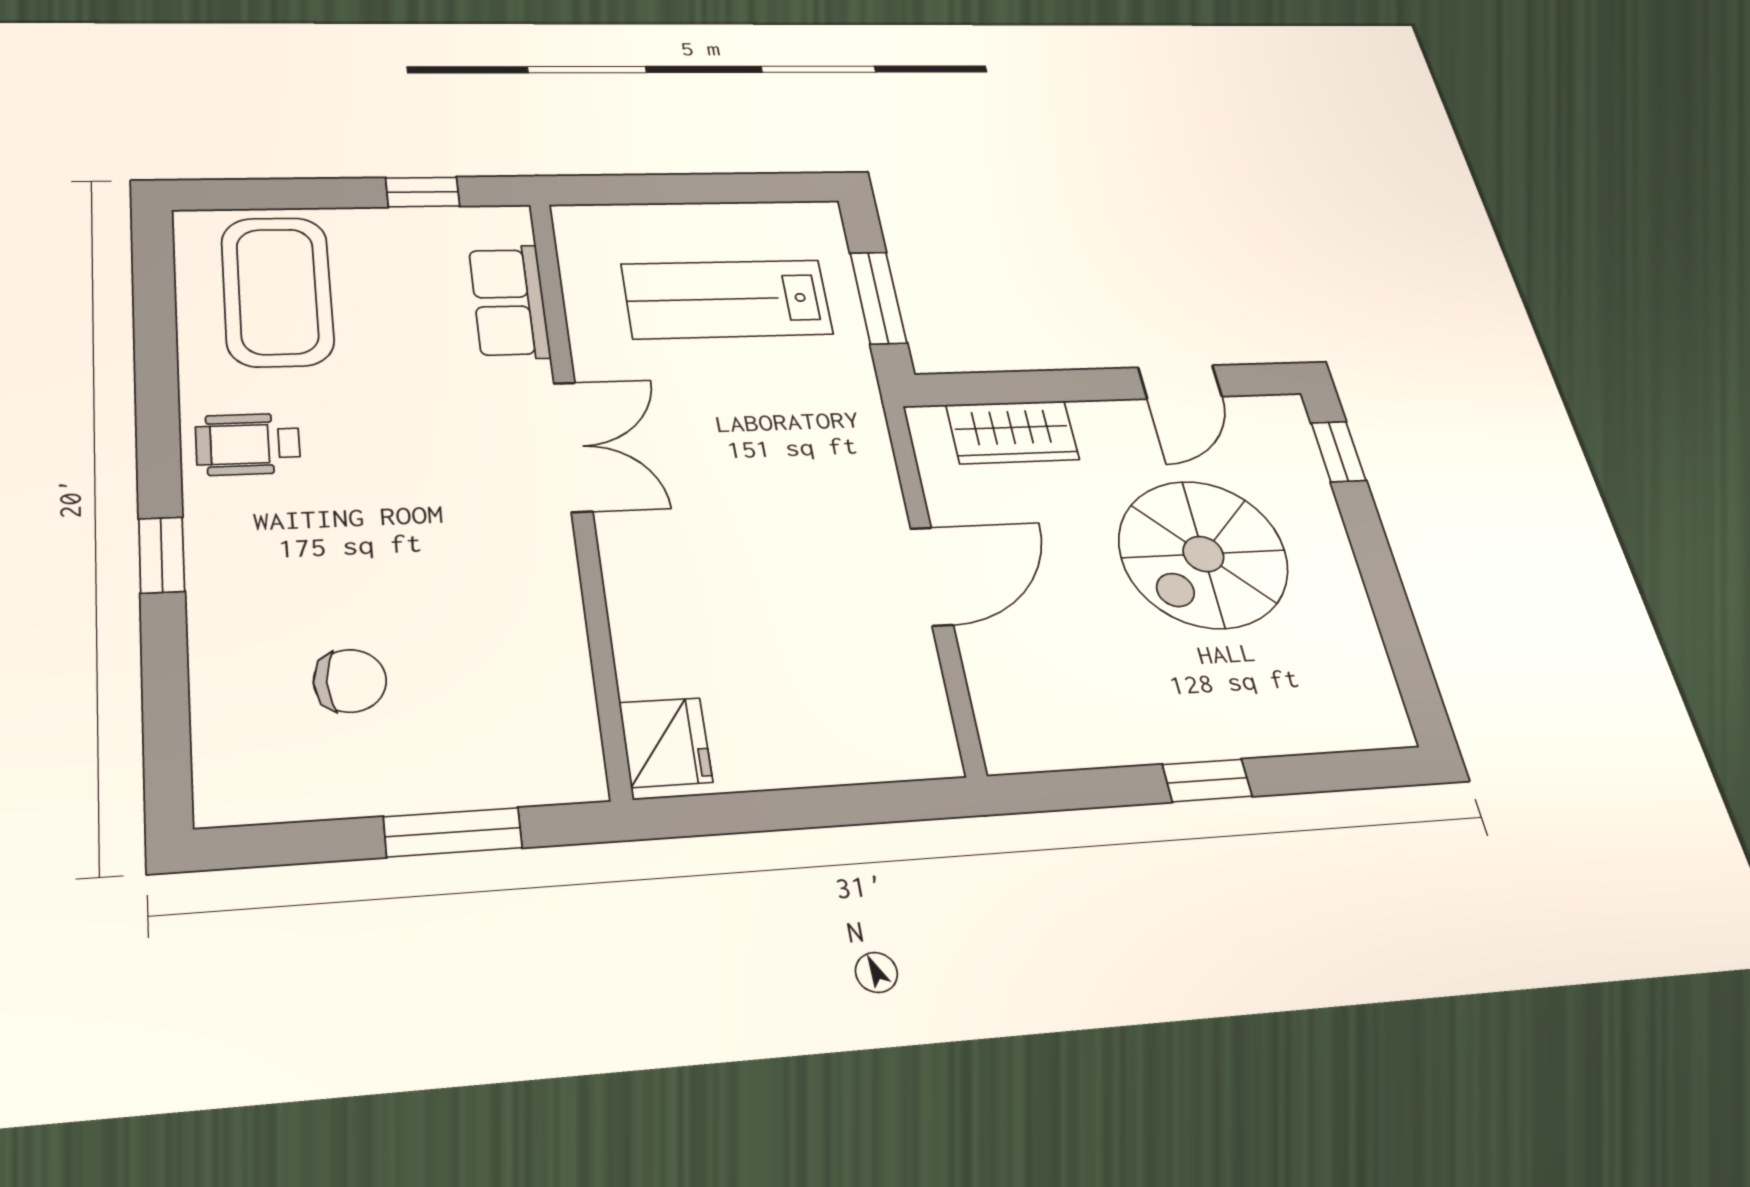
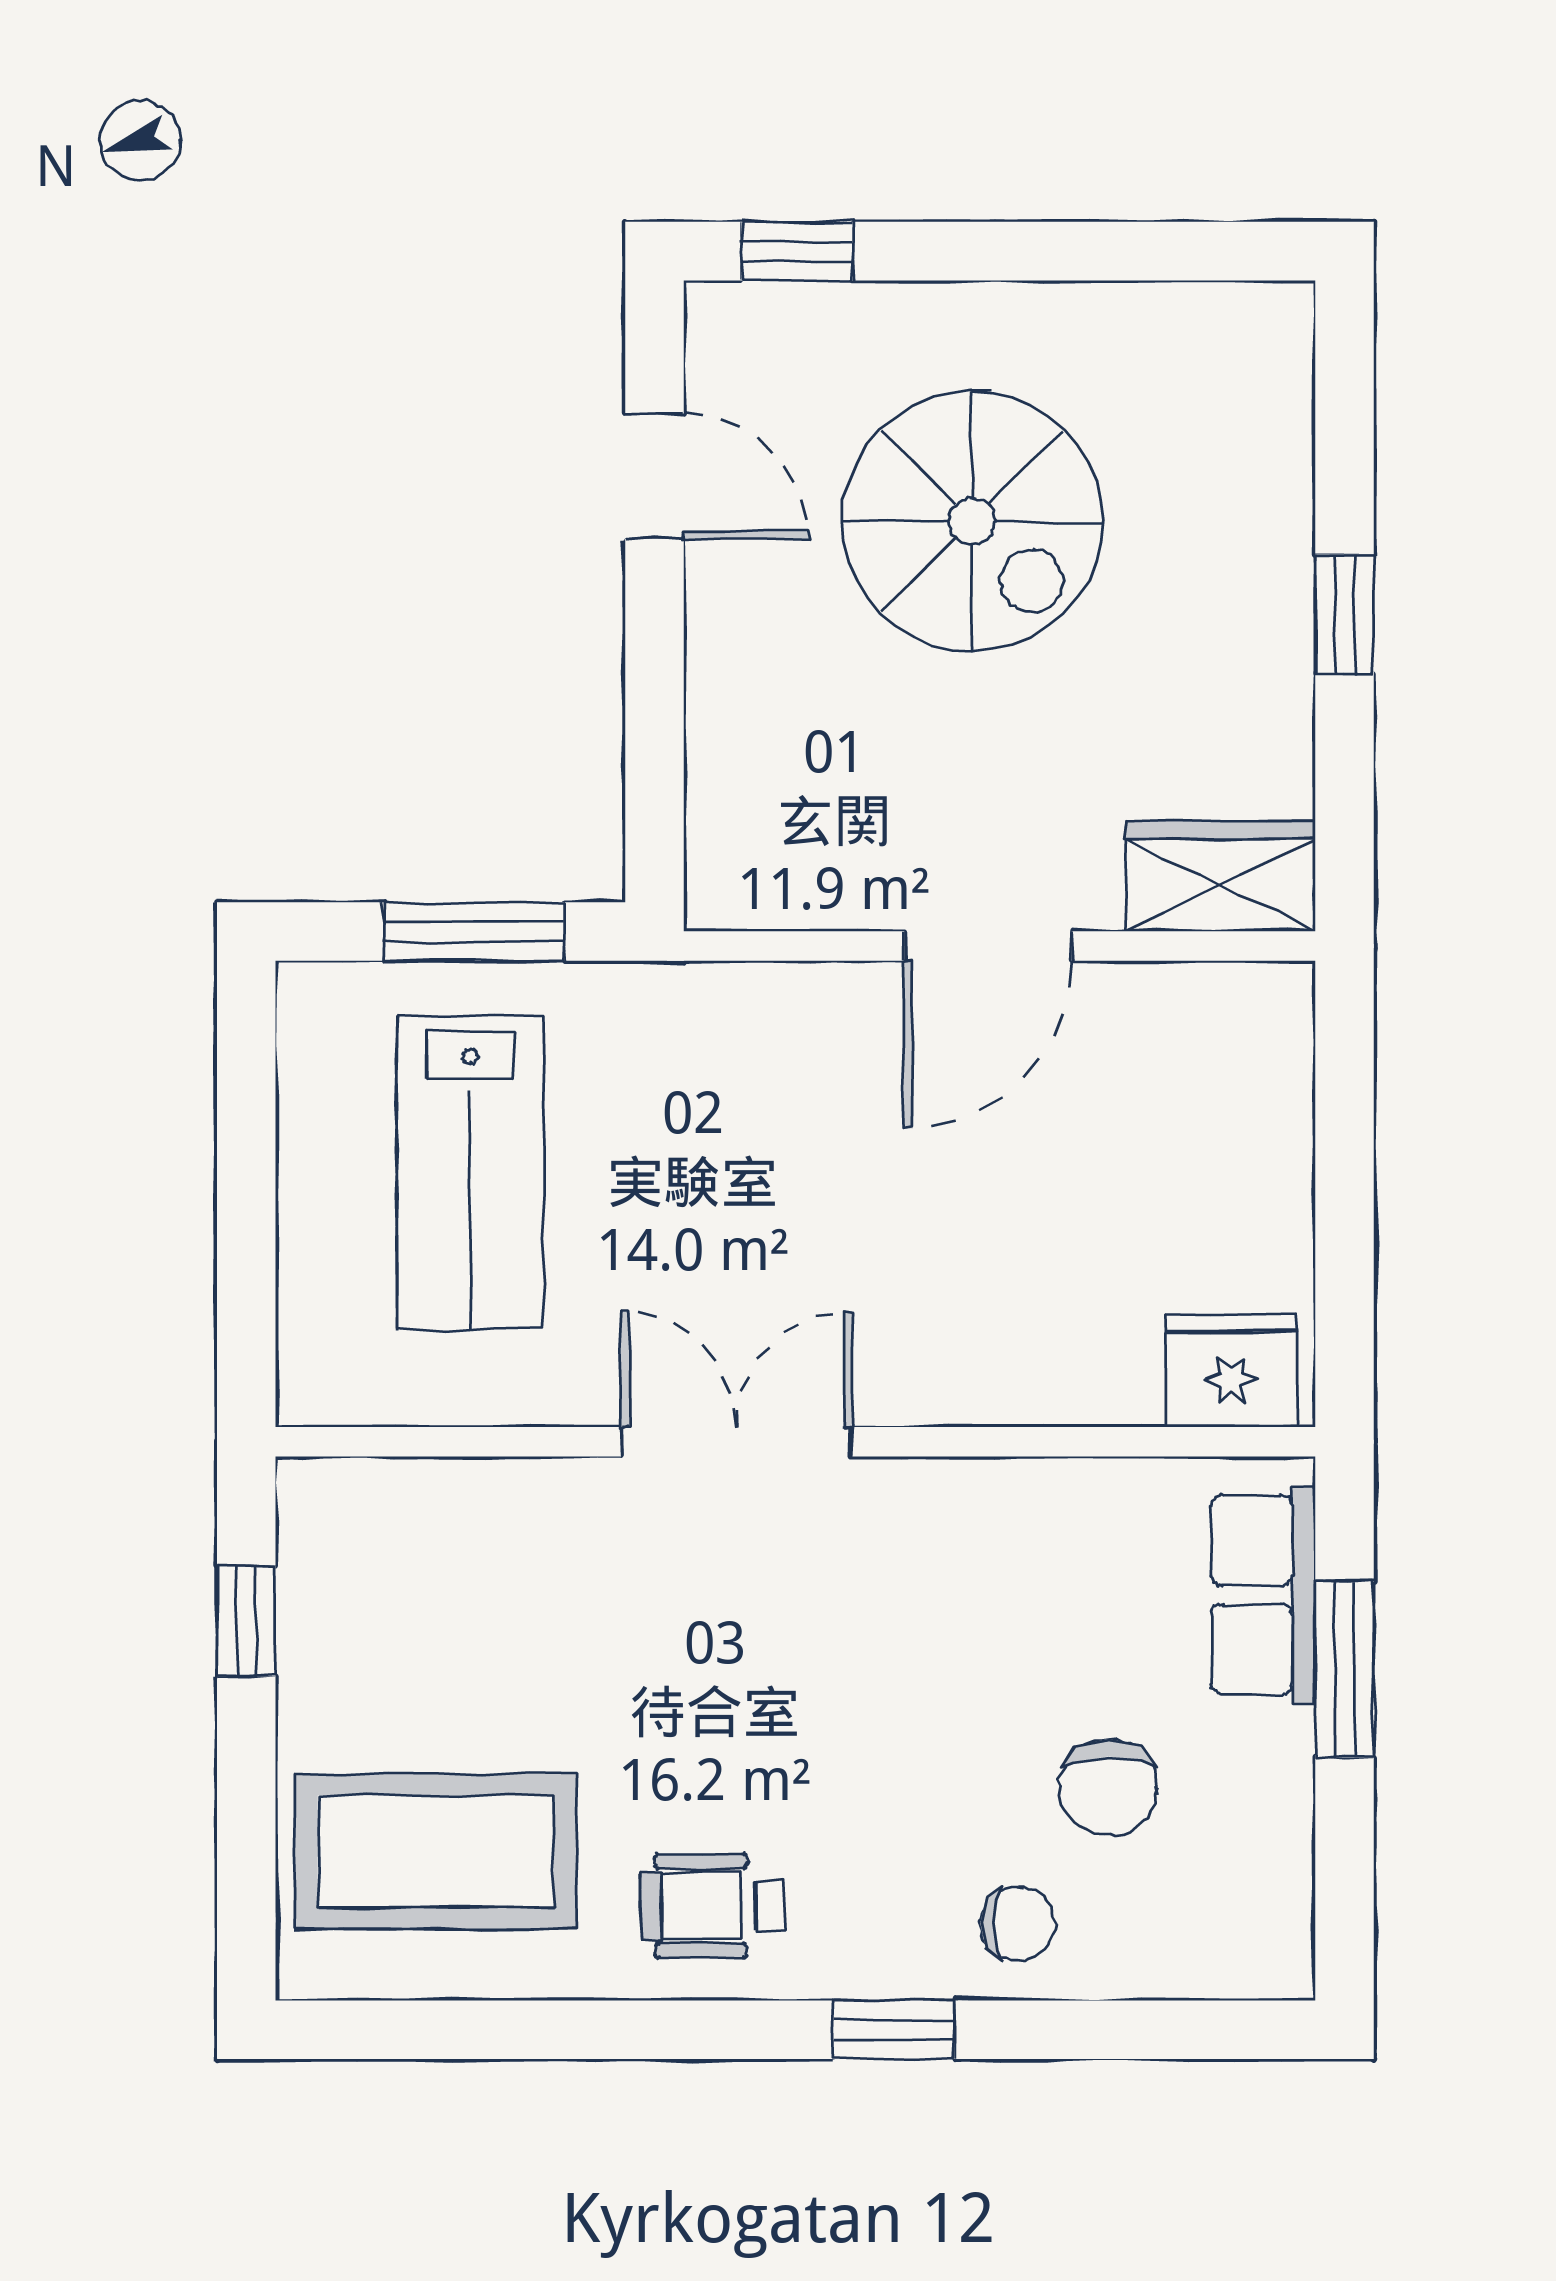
row of seats: (509, 302) -> (1263, 1595), moved, turned 90
wardrobe: (1012, 432) -> (1221, 876), moved, turned -90
wheelchair: (248, 444) -> (712, 1906), turned 90
door: (932, 576) -> (988, 946), swing flipped
chair: (244, 628) -> (1018, 1923), added
chair: (350, 681) -> (1108, 1787), turned 180

